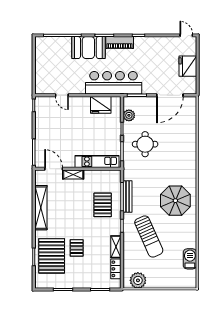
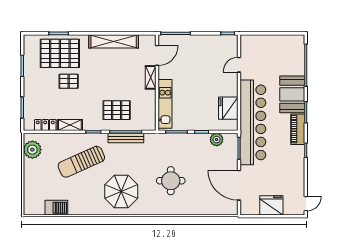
bar counter: (114, 83) -> (253, 122), width x1.36
round table: (145, 144) -> (171, 181), moved

